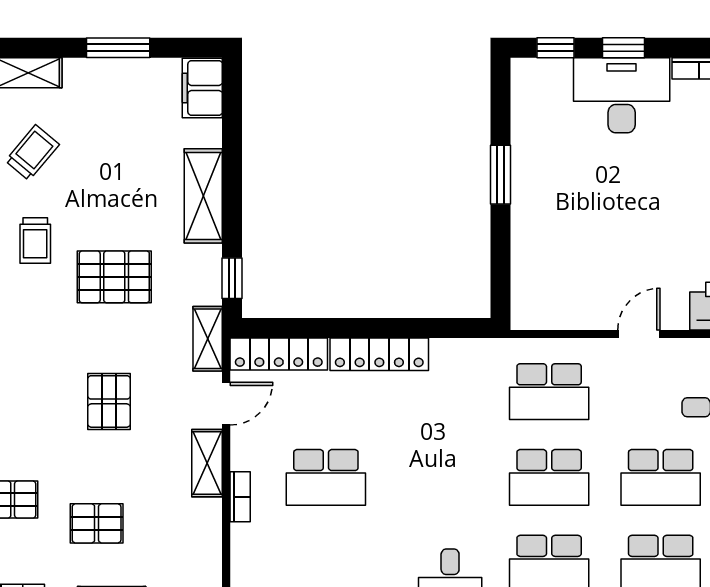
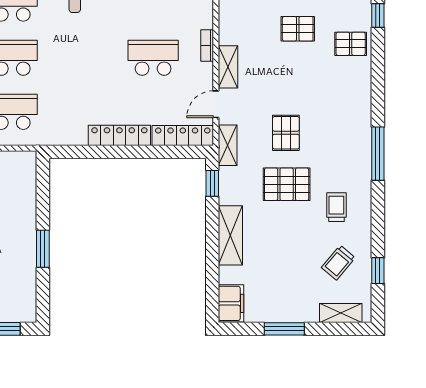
pallet: (109, 401) -> (286, 133), moved

